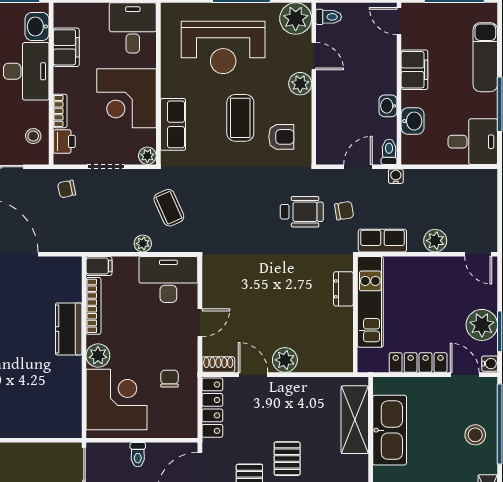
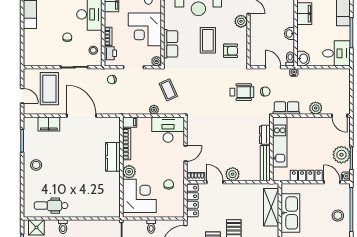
washbasin: (413, 121) -> (303, 59), moved
door: (358, 167) -> (273, 67), hinge flipped
bench: (344, 340) -> (265, 163), added

